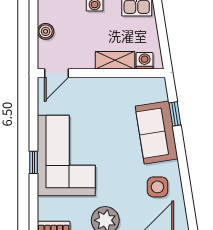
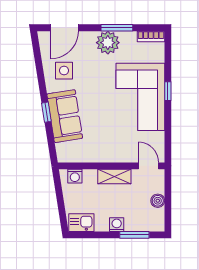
shelving: (115, 60) -> (114, 177), moved
door: (57, 73) -> (148, 166), hinge flipped
window: (175, 114) -> (46, 112), moved

